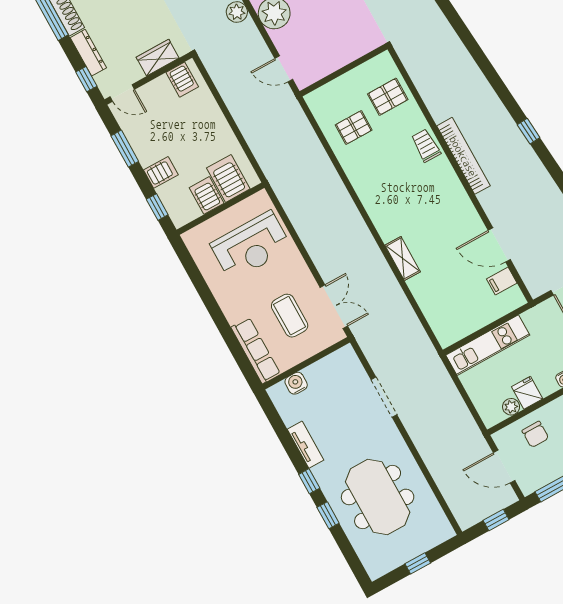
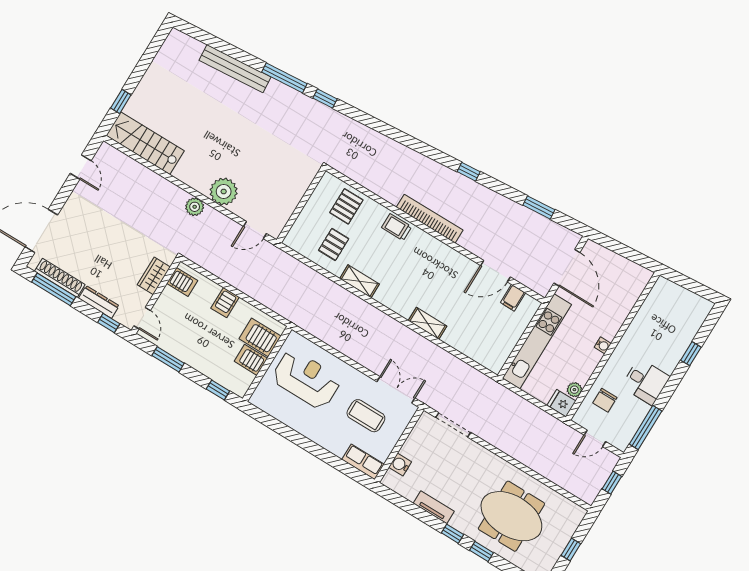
door: (122, 93) -> (142, 318), hinge flipped
server rack: (161, 172) -> (225, 303), moved, turned 180
shelving: (359, 179) -> (360, 281), added
reception desk: (251, 246) -> (306, 379), turned -90
kitchen unit: (488, 345) -> (537, 341), width x1.36
row of seats: (256, 351) -> (363, 462), width x0.68
fridge: (527, 393) -> (561, 403), moved
doorway: (384, 397) -> (453, 425), moved
chair: (535, 434) -> (605, 400), turned 90
door: (504, 467) -> (595, 438), width x0.73

